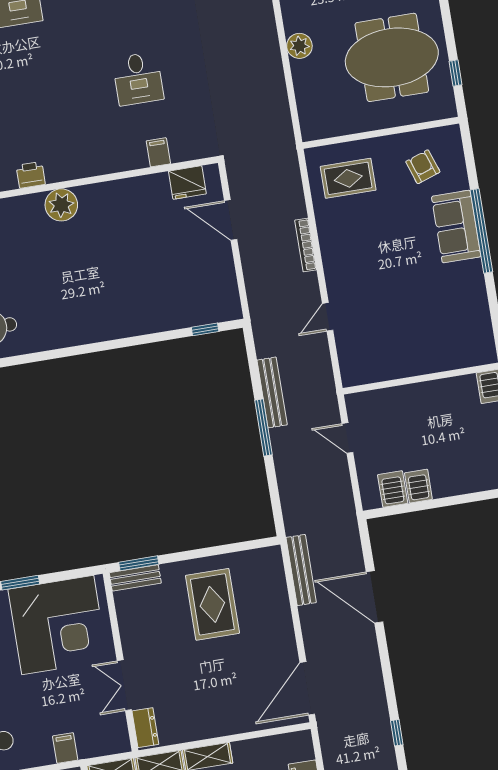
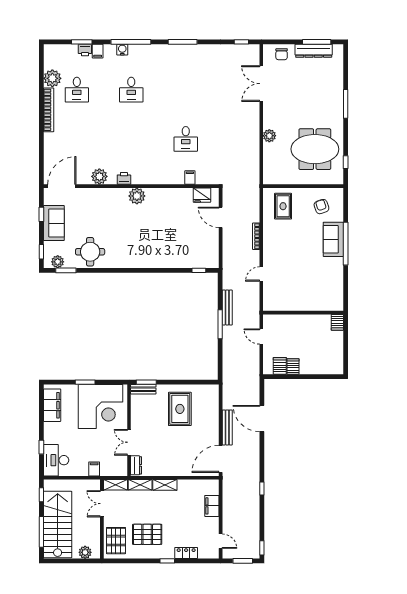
rug: (348, 178) -> (283, 206), turned 90
bench: (301, 570) -> (227, 427), moved

